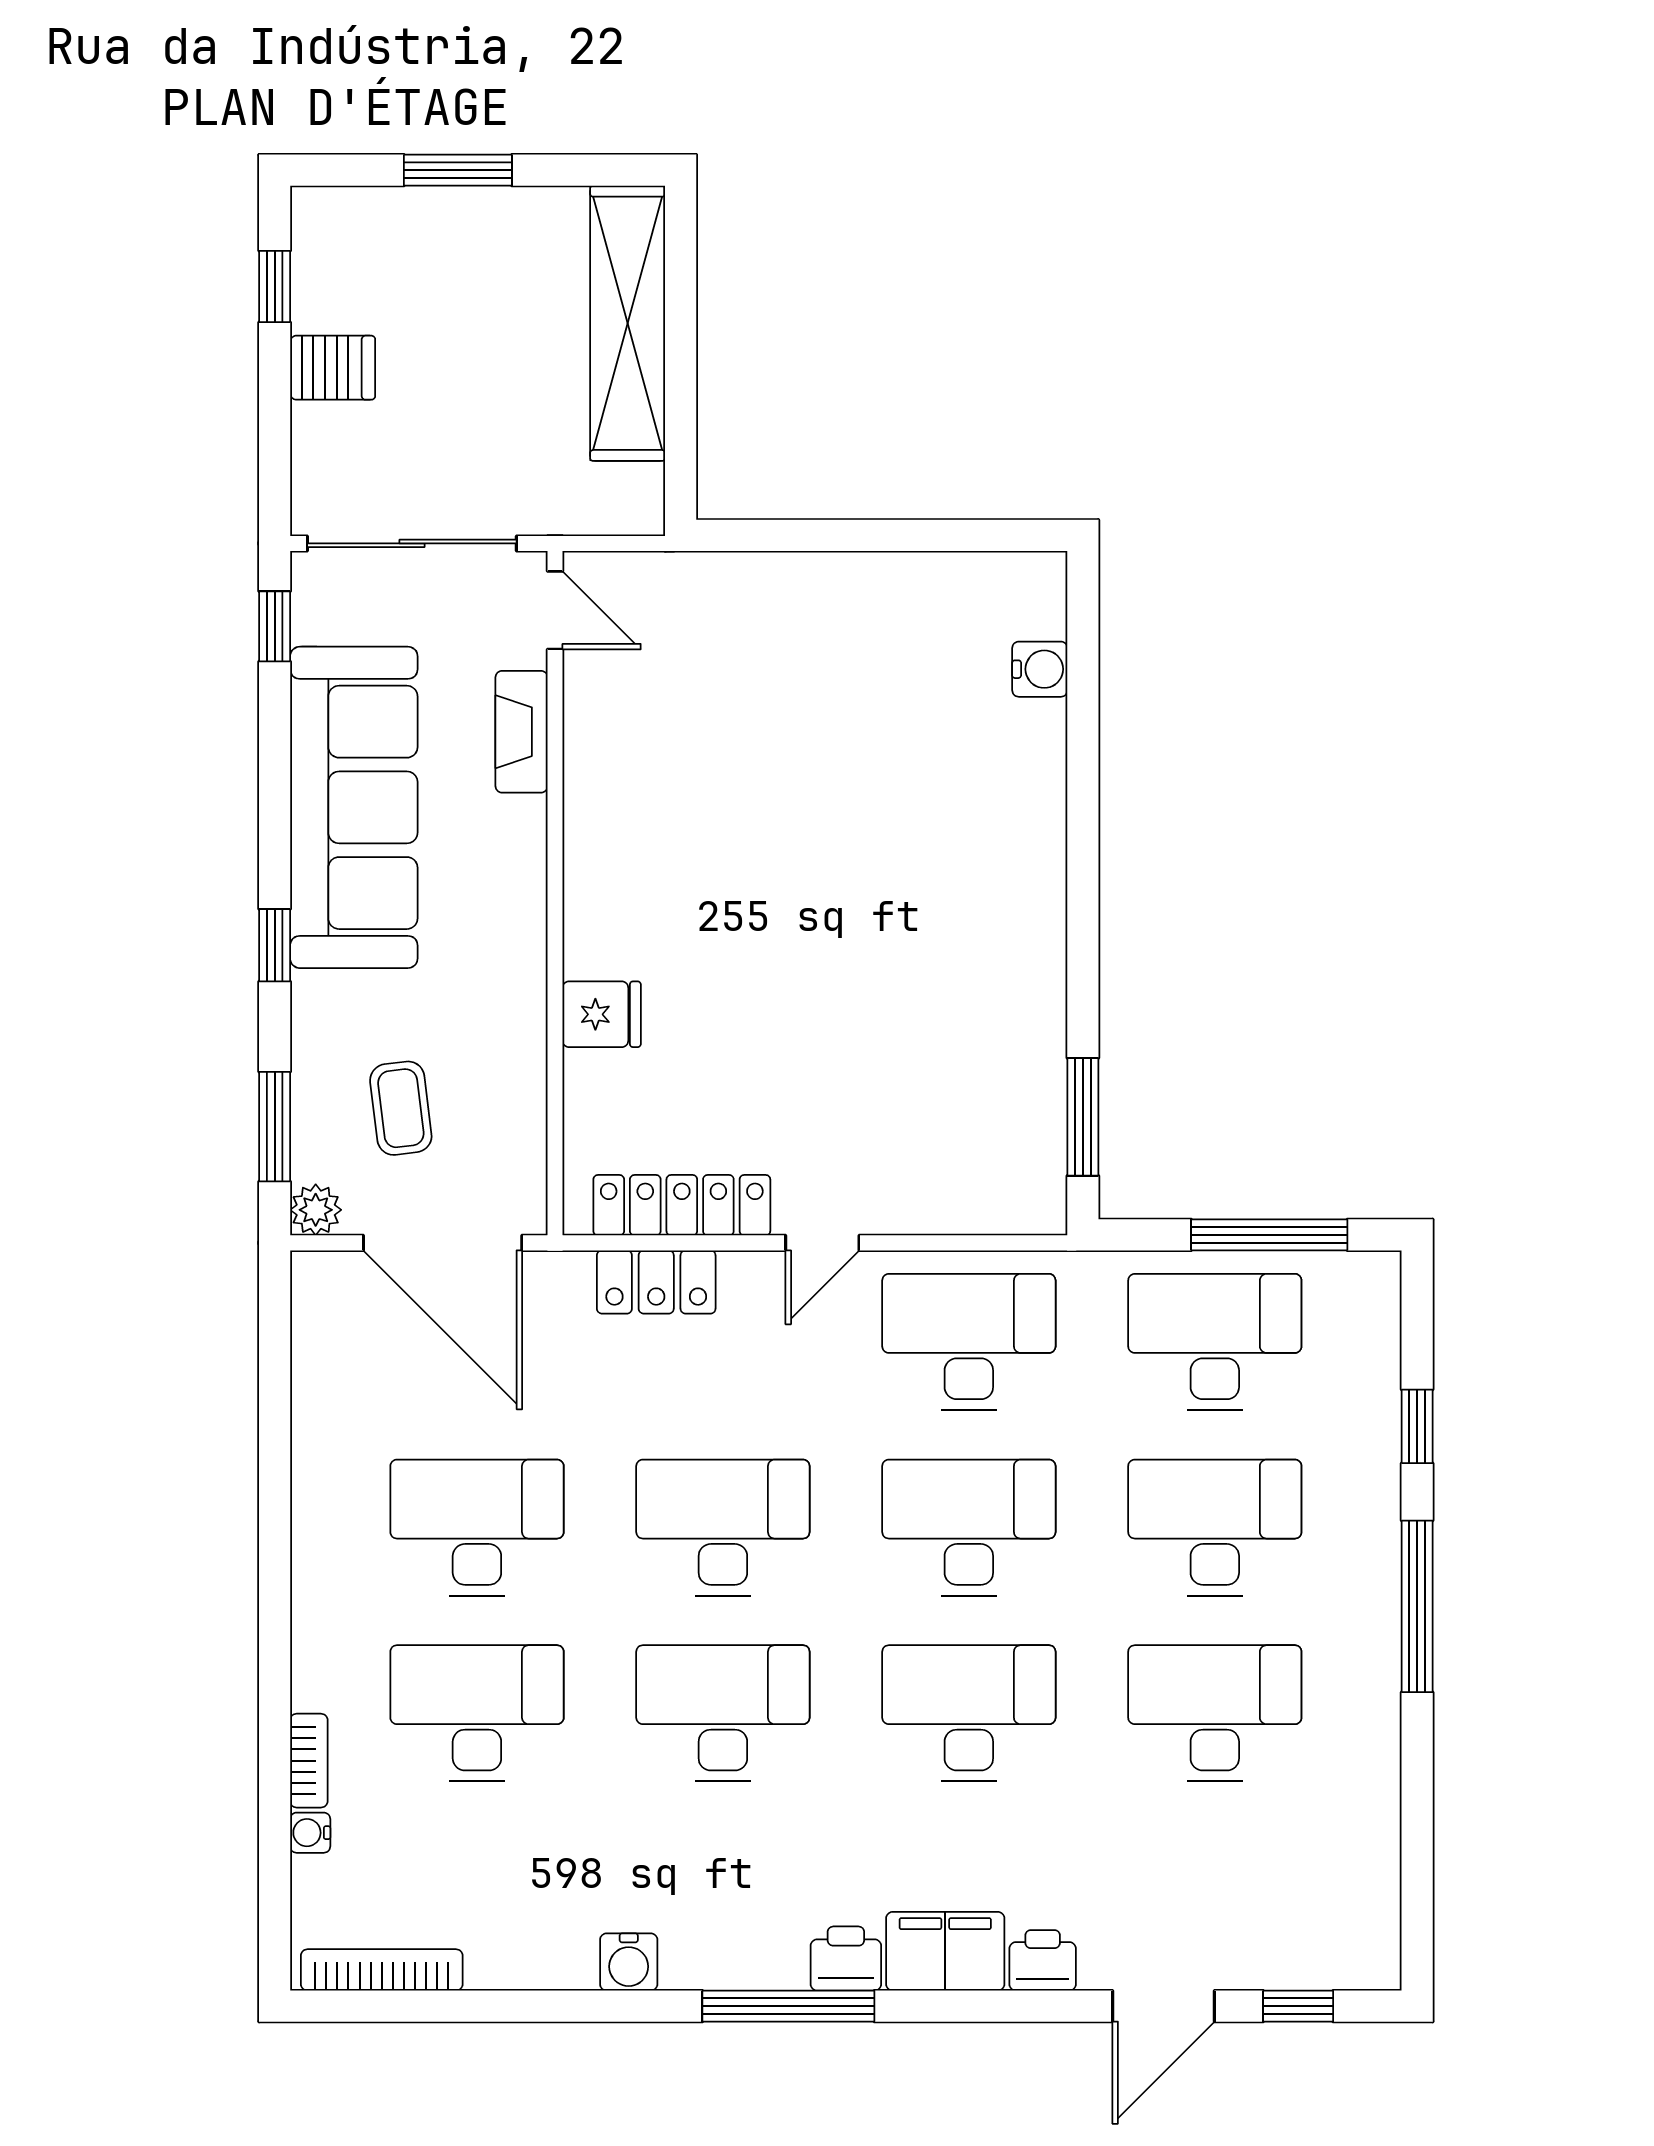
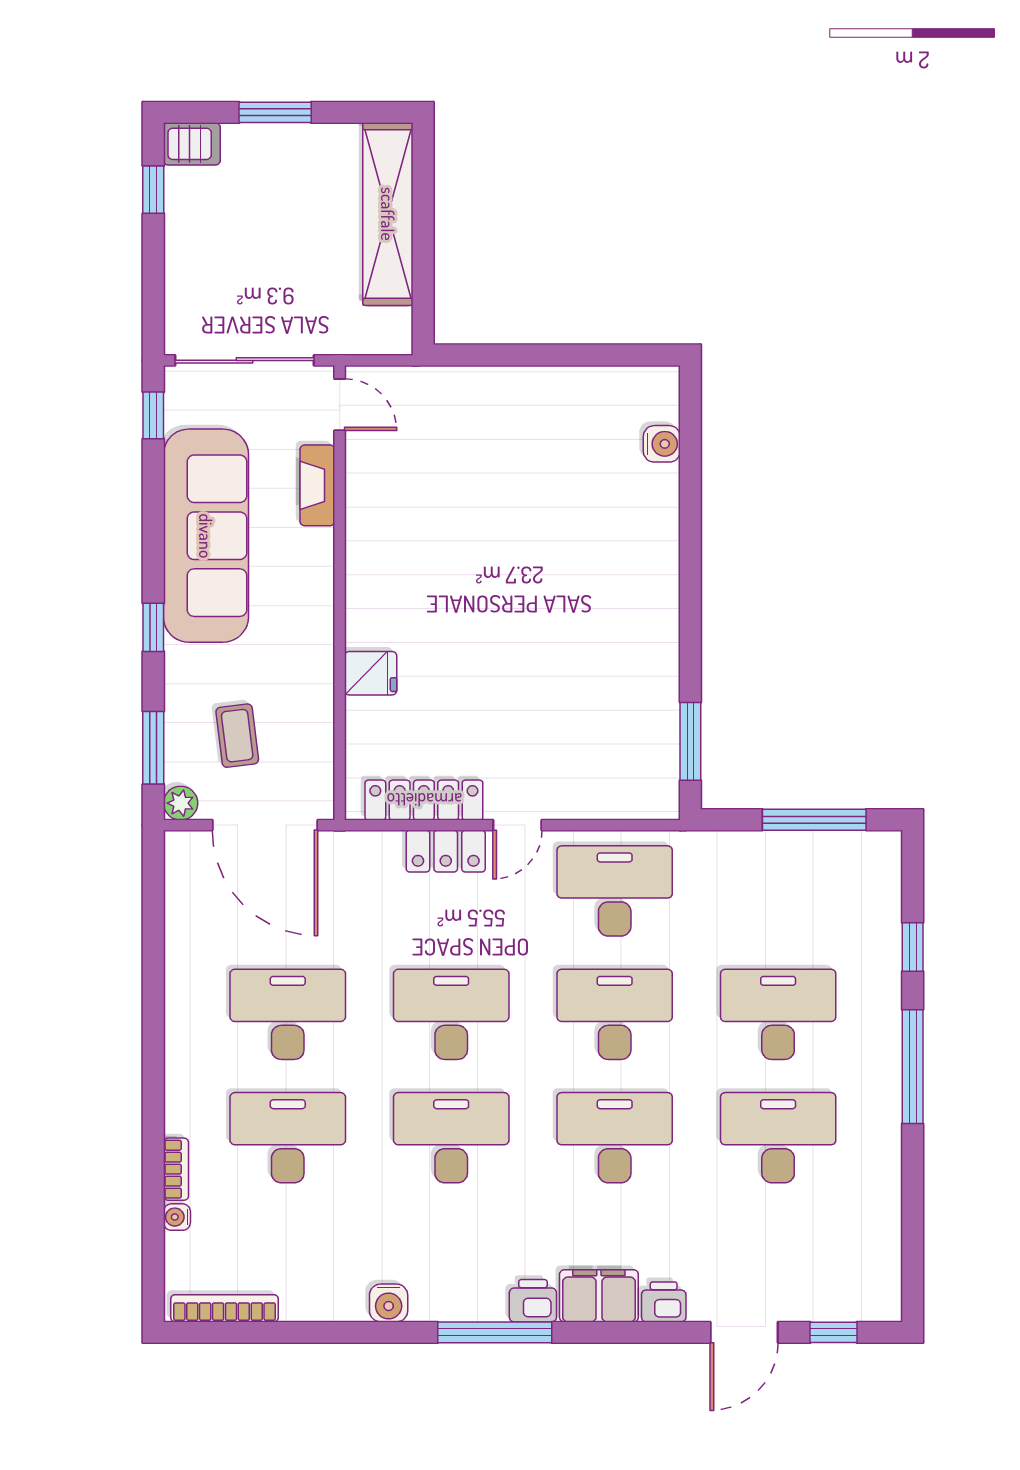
server rack: (333, 368) -> (192, 144), moved
locker: (656, 1282) -> (446, 851), moved
desk: (1215, 1342) -> (778, 891), removed

